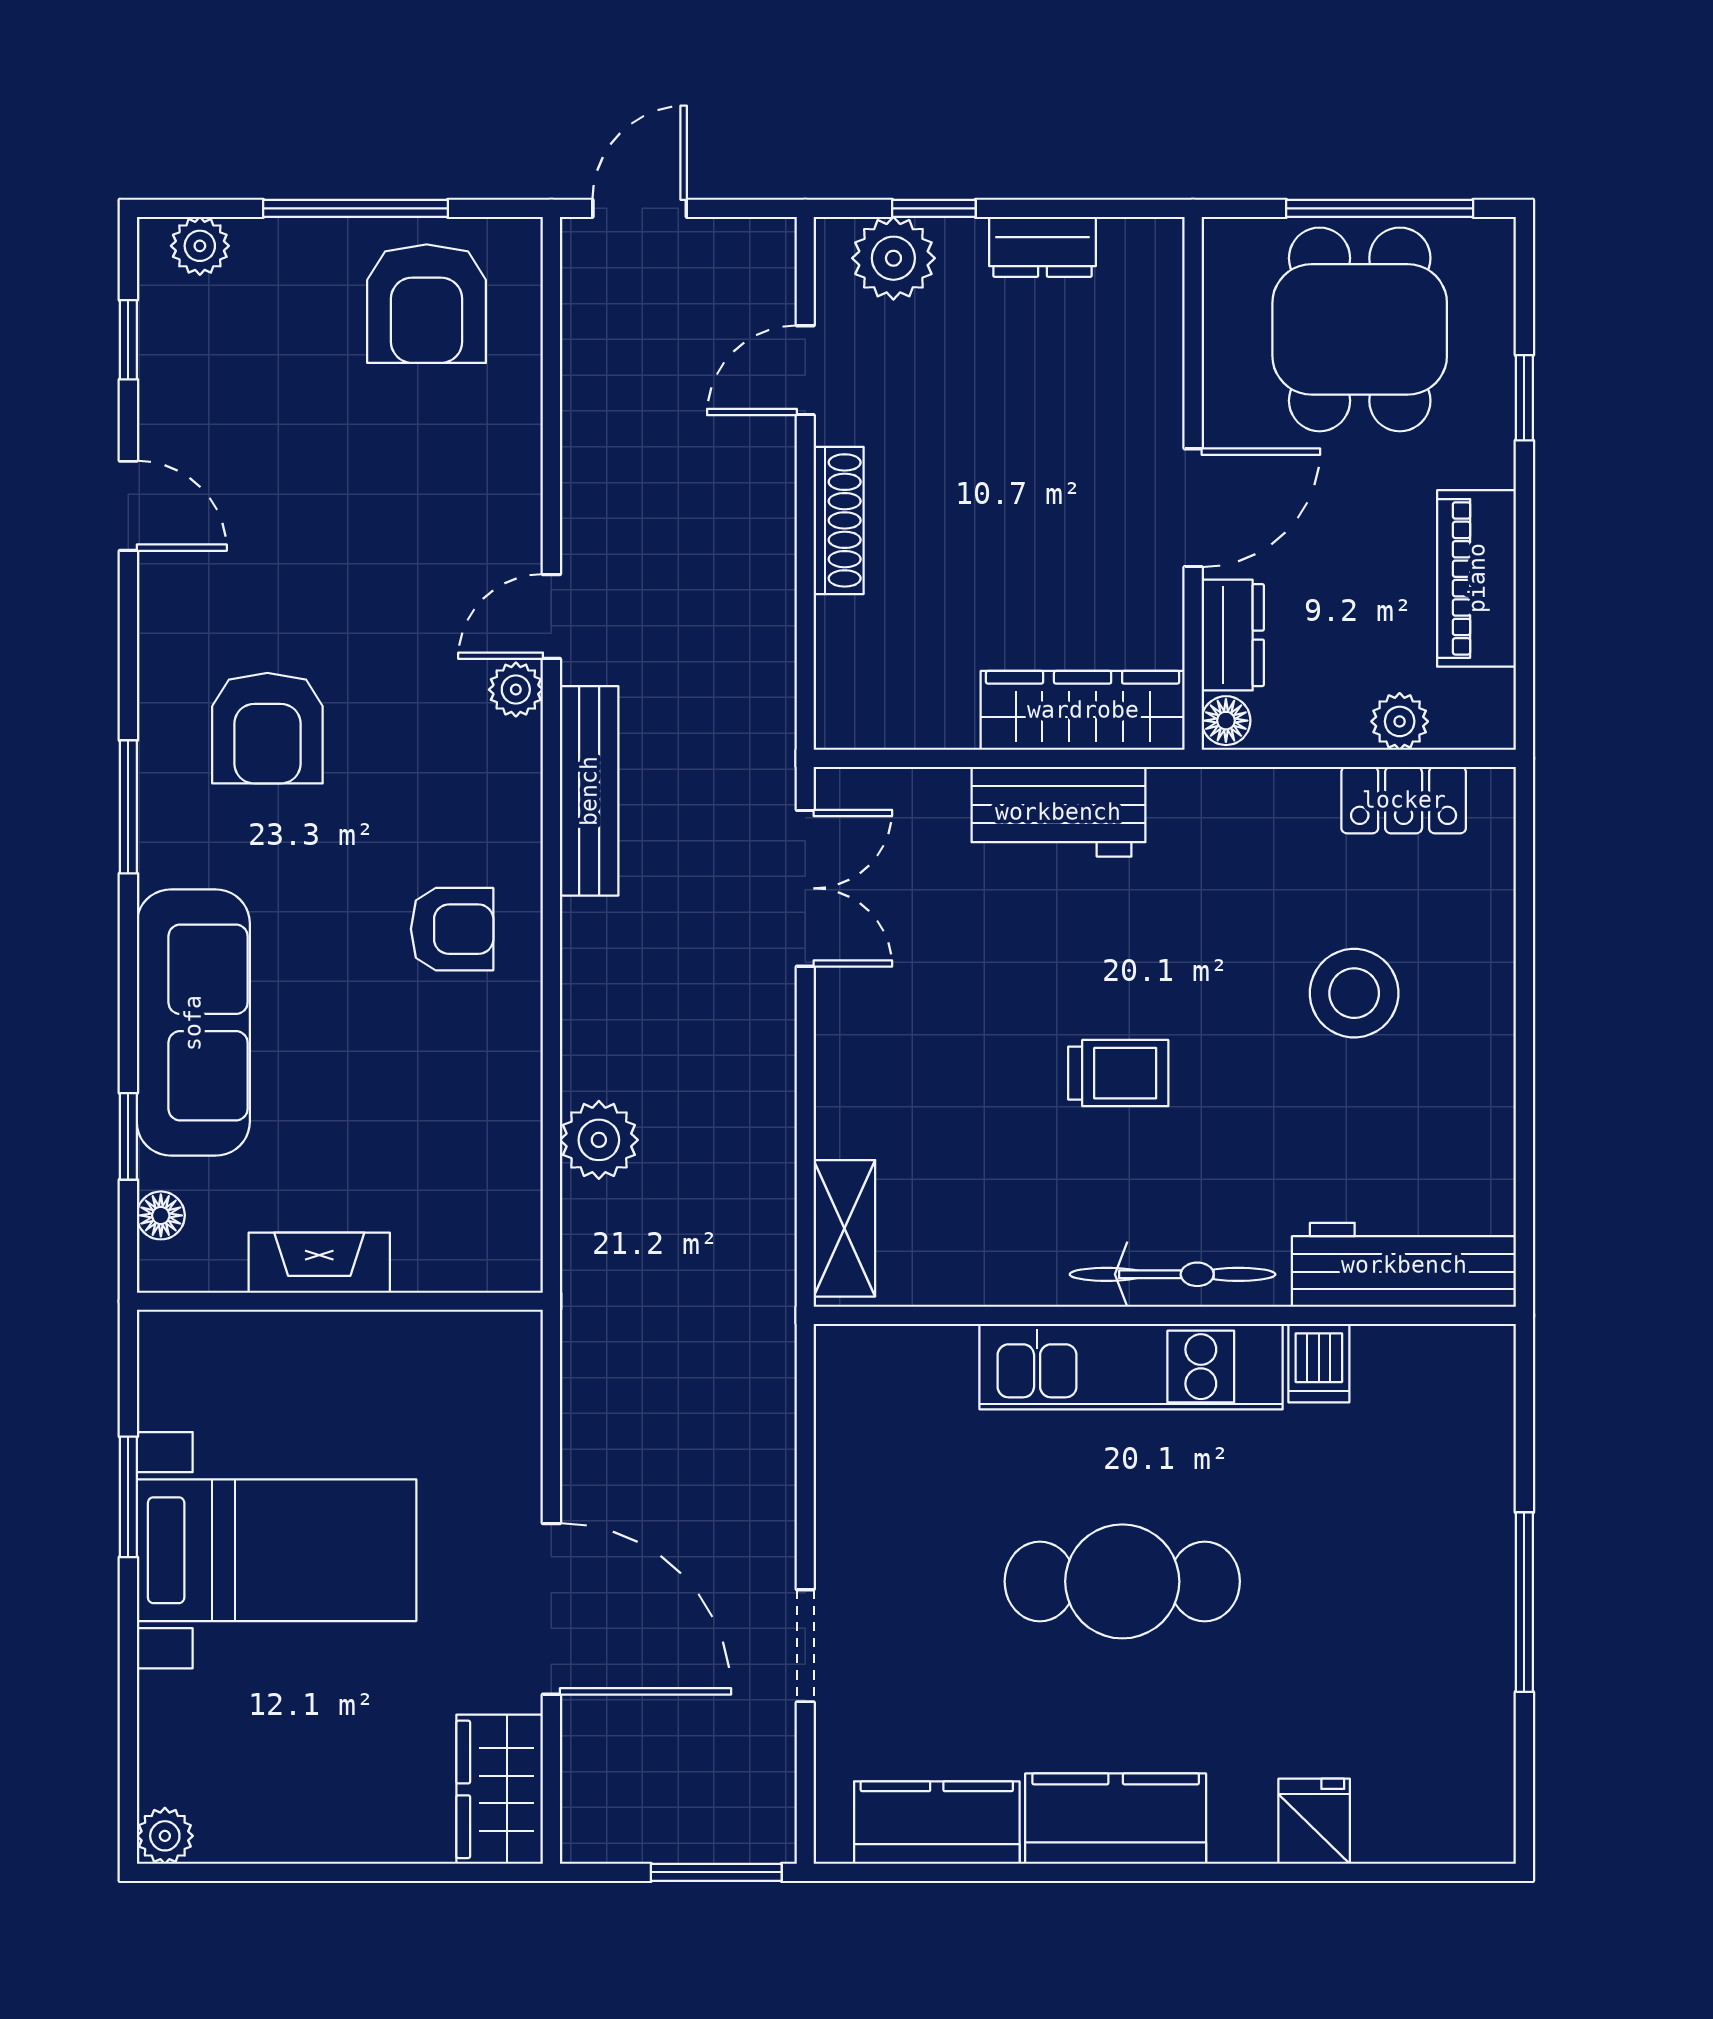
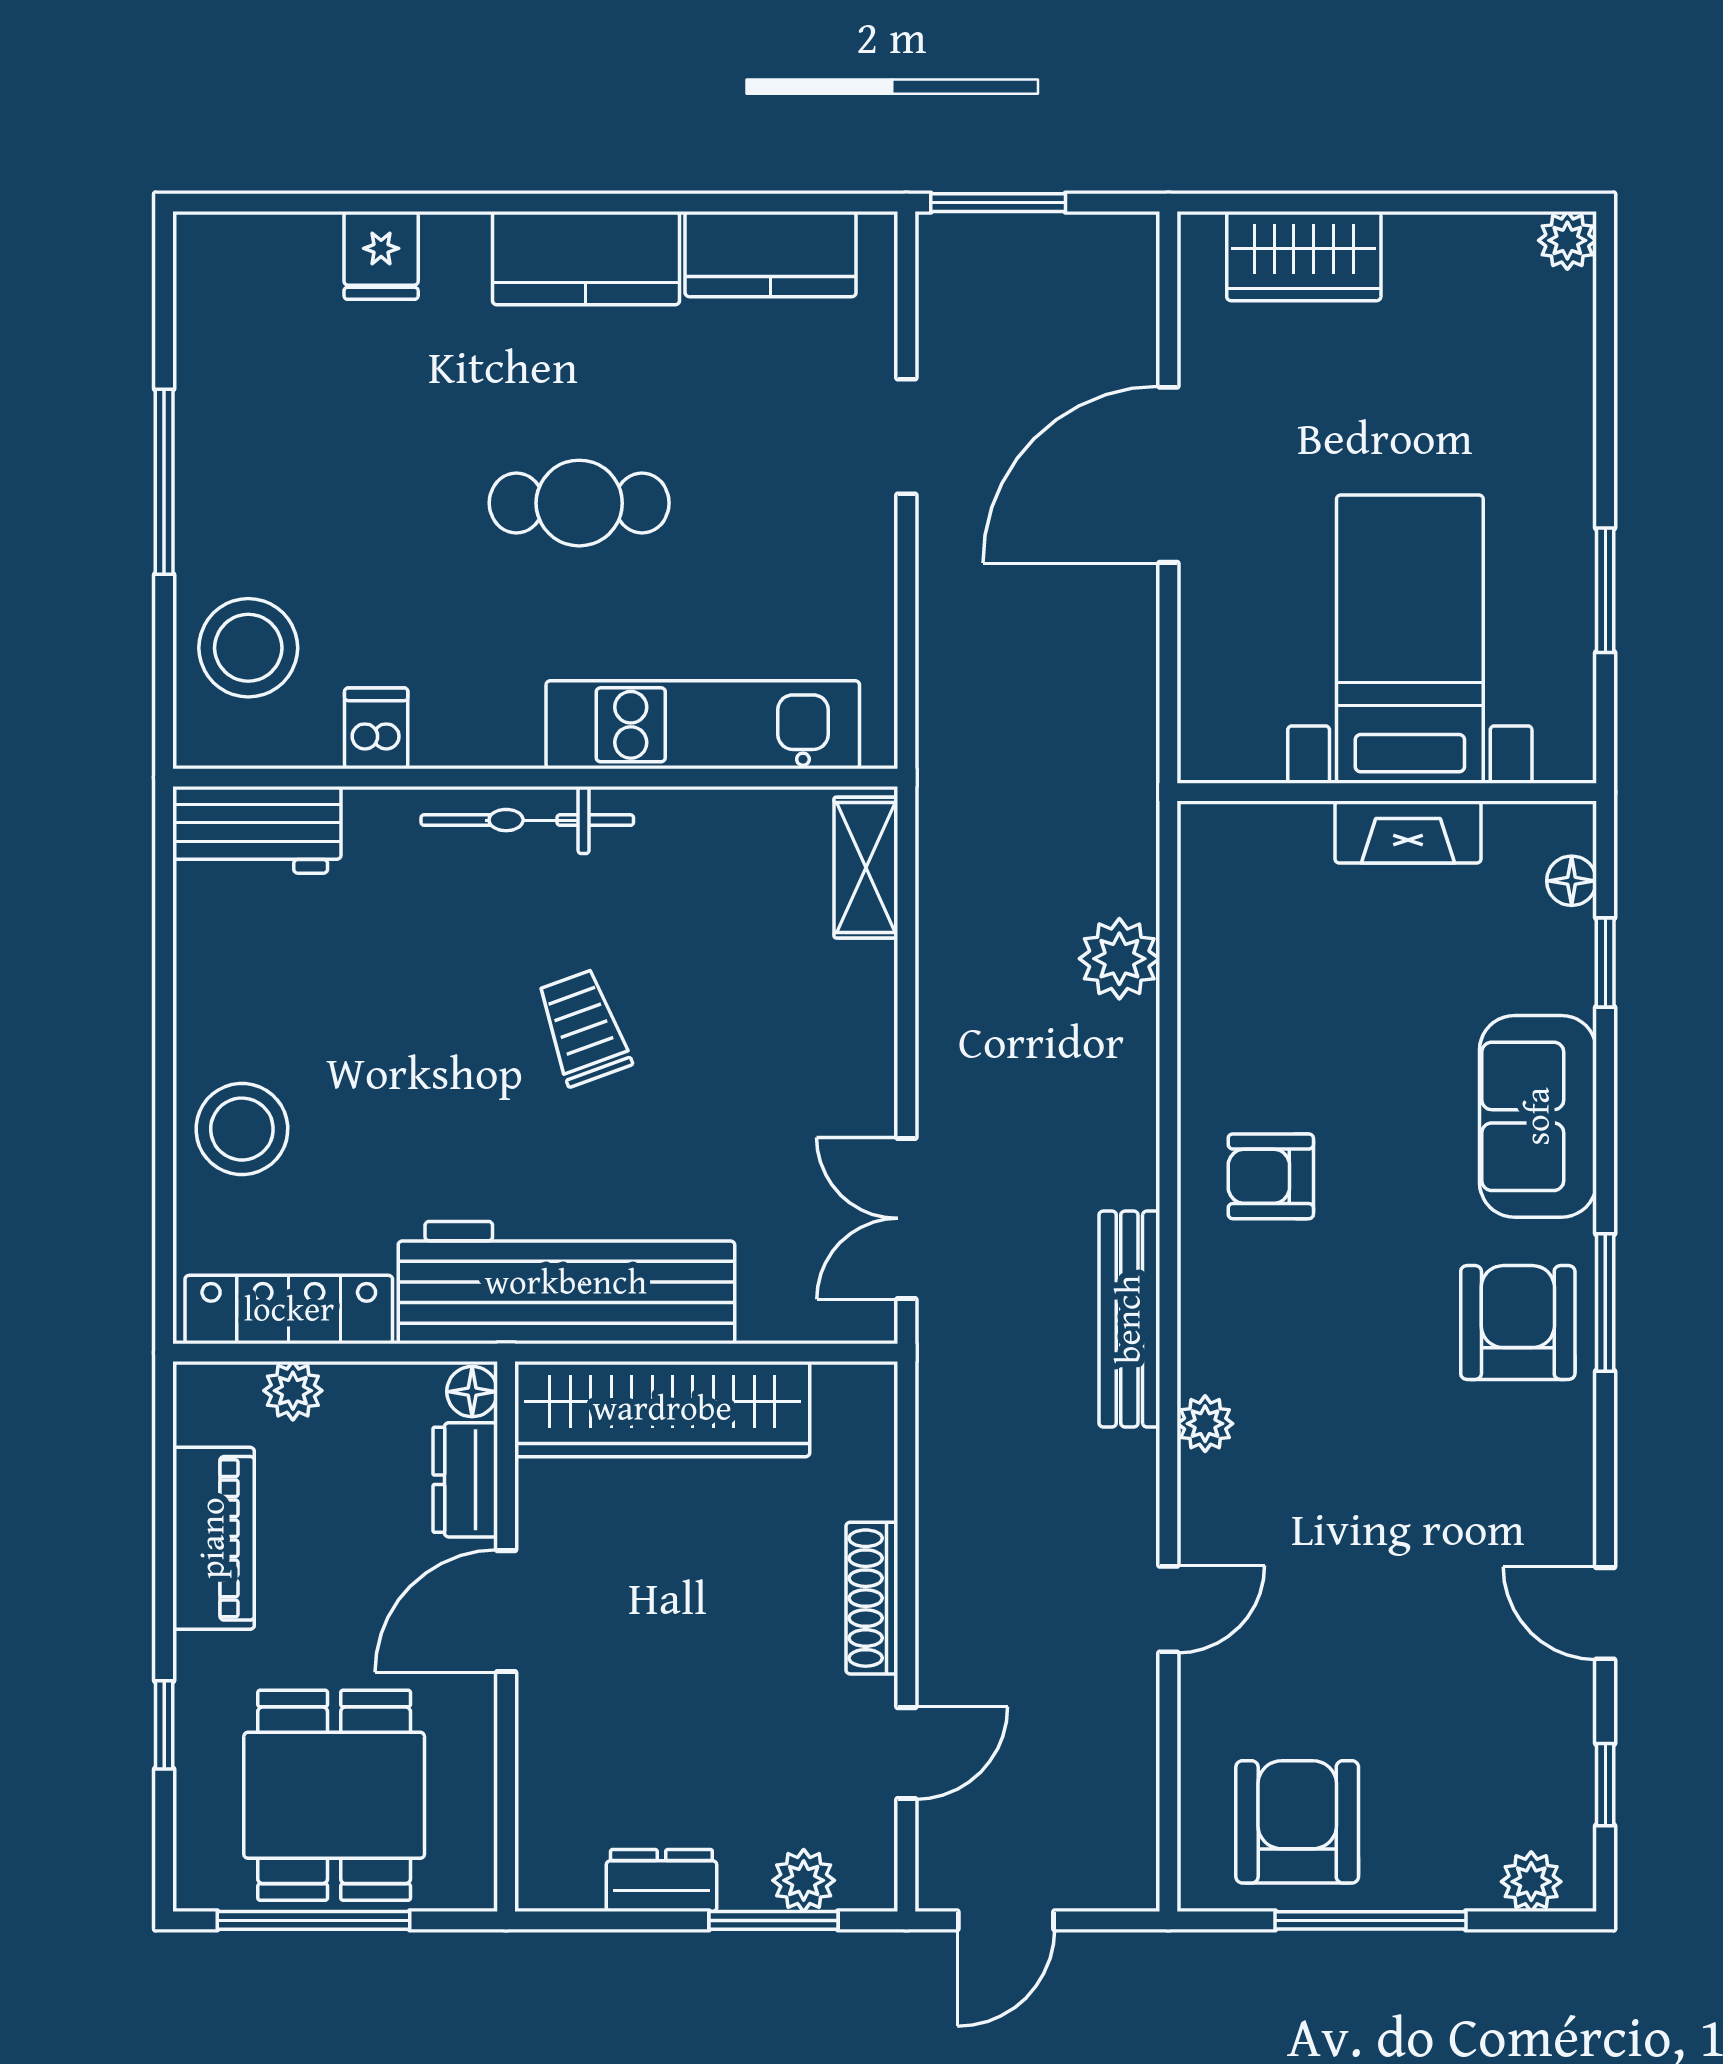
door: (640, 208) -> (1006, 1920), moved
window: (934, 208) -> (774, 1920), width x1.50
plant: (893, 258) -> (804, 1880), width x0.73, depth x0.73
door: (551, 617) -> (1168, 1609), moved
wardrobe: (1083, 710) -> (662, 1409), width x1.40, depth x1.17
armchair: (267, 728) -> (1518, 1323), moved
locker: (1404, 800) -> (289, 1310), width x1.53
workbench: (1058, 812) -> (566, 1283), width x1.88, depth x1.32
stool: (1354, 993) -> (242, 1129), moved
sofa: (193, 1023) -> (1538, 1116), width x0.73
trolley: (1118, 1073) -> (583, 1028), turned 70
workbench: (1404, 1265) -> (257, 830), width x0.73
kitchen unit: (1131, 1367) -> (703, 725), moved
stool: (1443, 1441) -> (248, 648), added
bed with nightstands: (277, 1550) -> (1410, 639), moved, turned 90
cafe table: (1122, 1581) -> (579, 503), width x0.73, depth x0.74
door: (551, 1609) -> (1168, 475), hinge flipped
wardrobe: (500, 1789) -> (1304, 256), moved, turned 90

